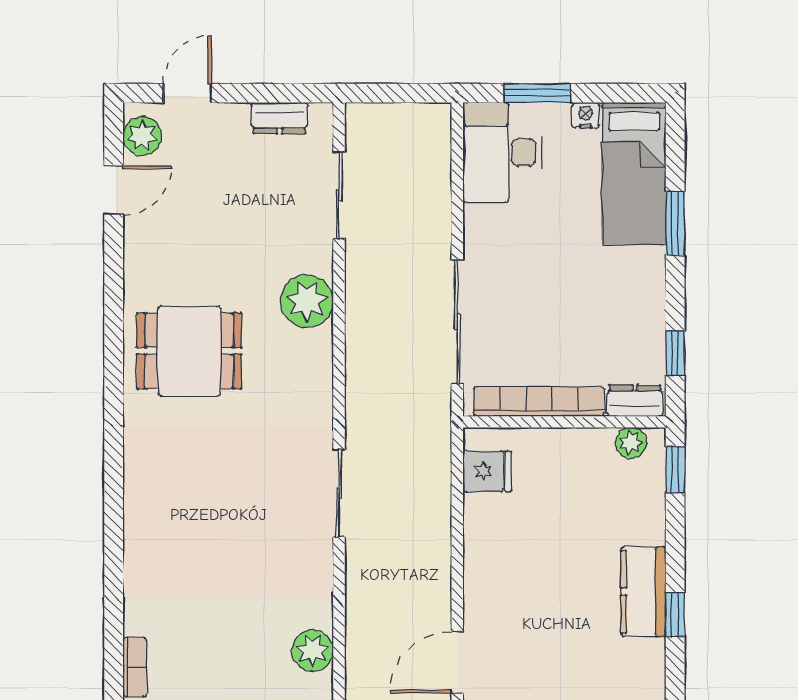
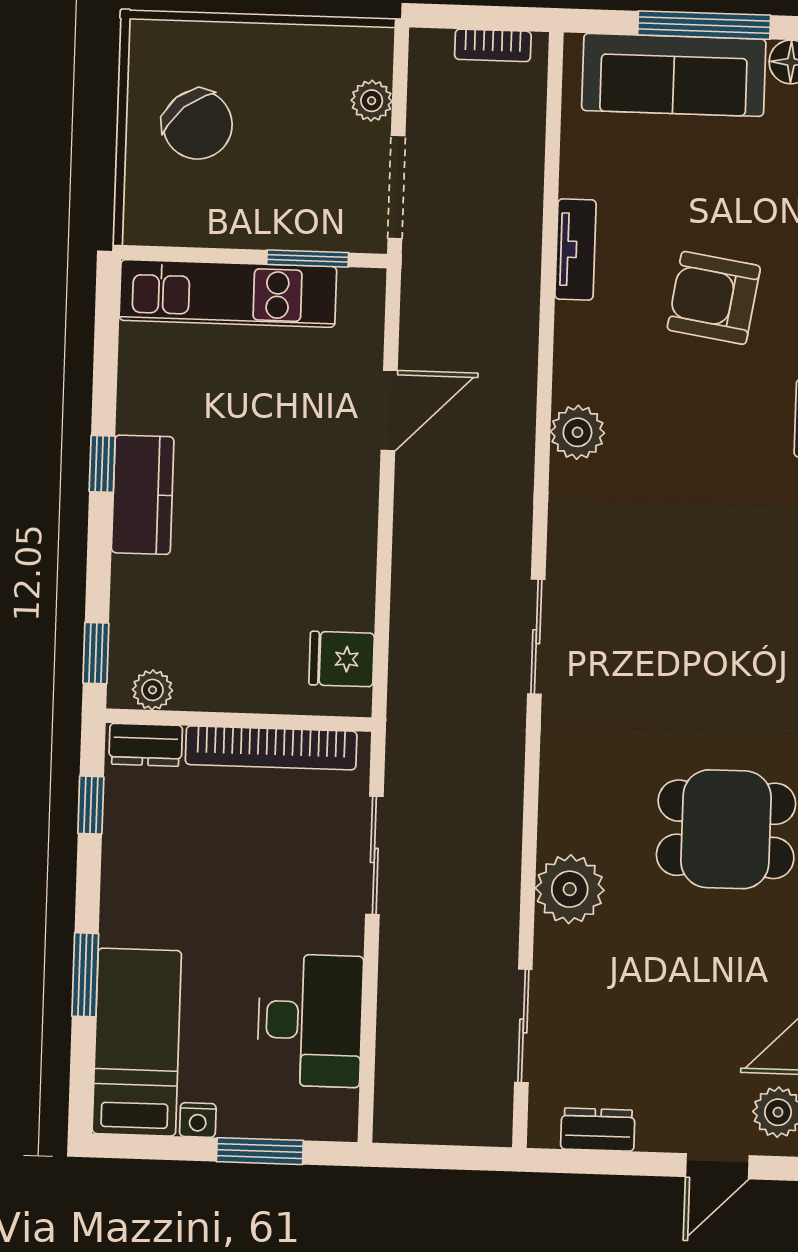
desk: (502, 152) -> (310, 1020), moved
sliding door: (457, 322) -> (374, 855), width x0.73

